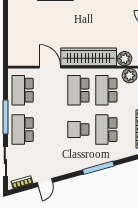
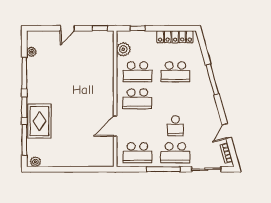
wardrobe: (89, 57) -> (105, 89), removed
plant: (125, 59) -> (107, 54), removed
school desk: (78, 130) -> (175, 126), moved
door: (45, 183) -> (227, 131), swing flipped

